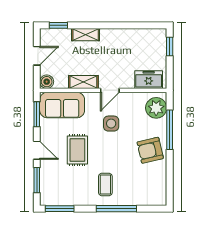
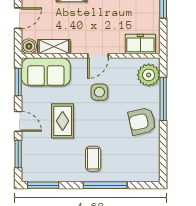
shelving: (83, 82) -> (54, 47), moved

